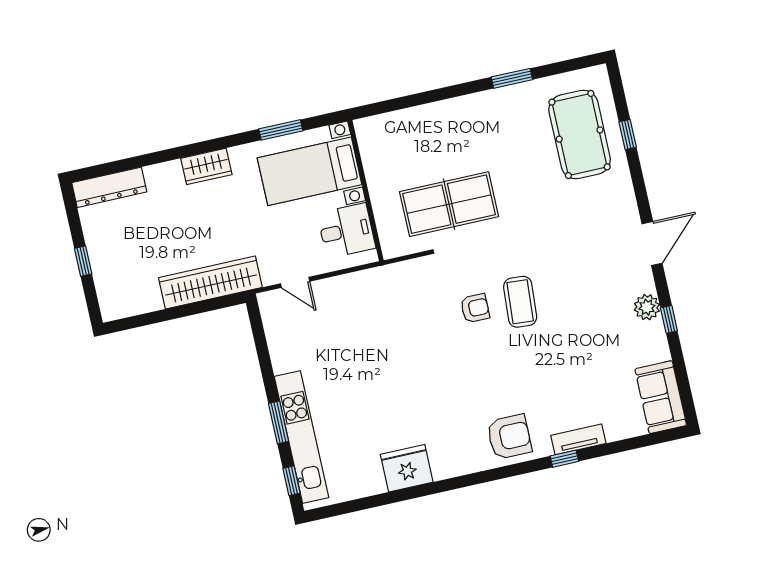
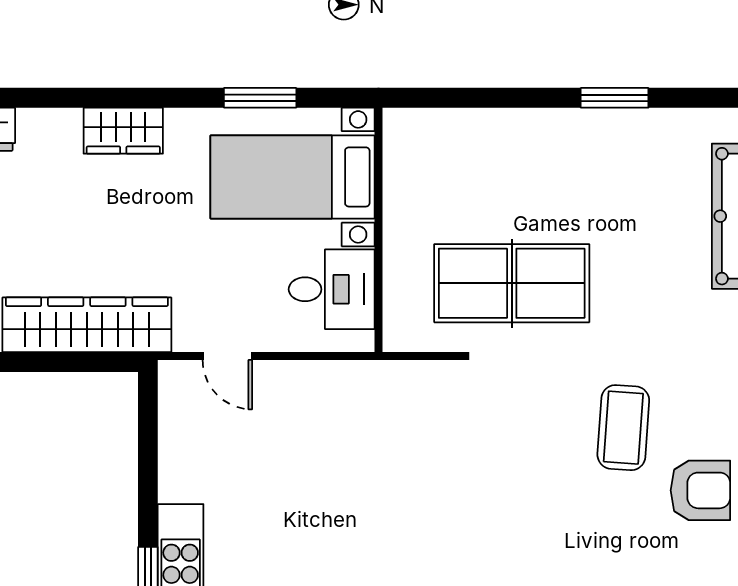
window: (512, 78) -> (615, 98), moved
coffee table: (520, 302) -> (623, 428), moved
armchair: (475, 308) -> (700, 490), moved, width x1.38, depth x1.38

